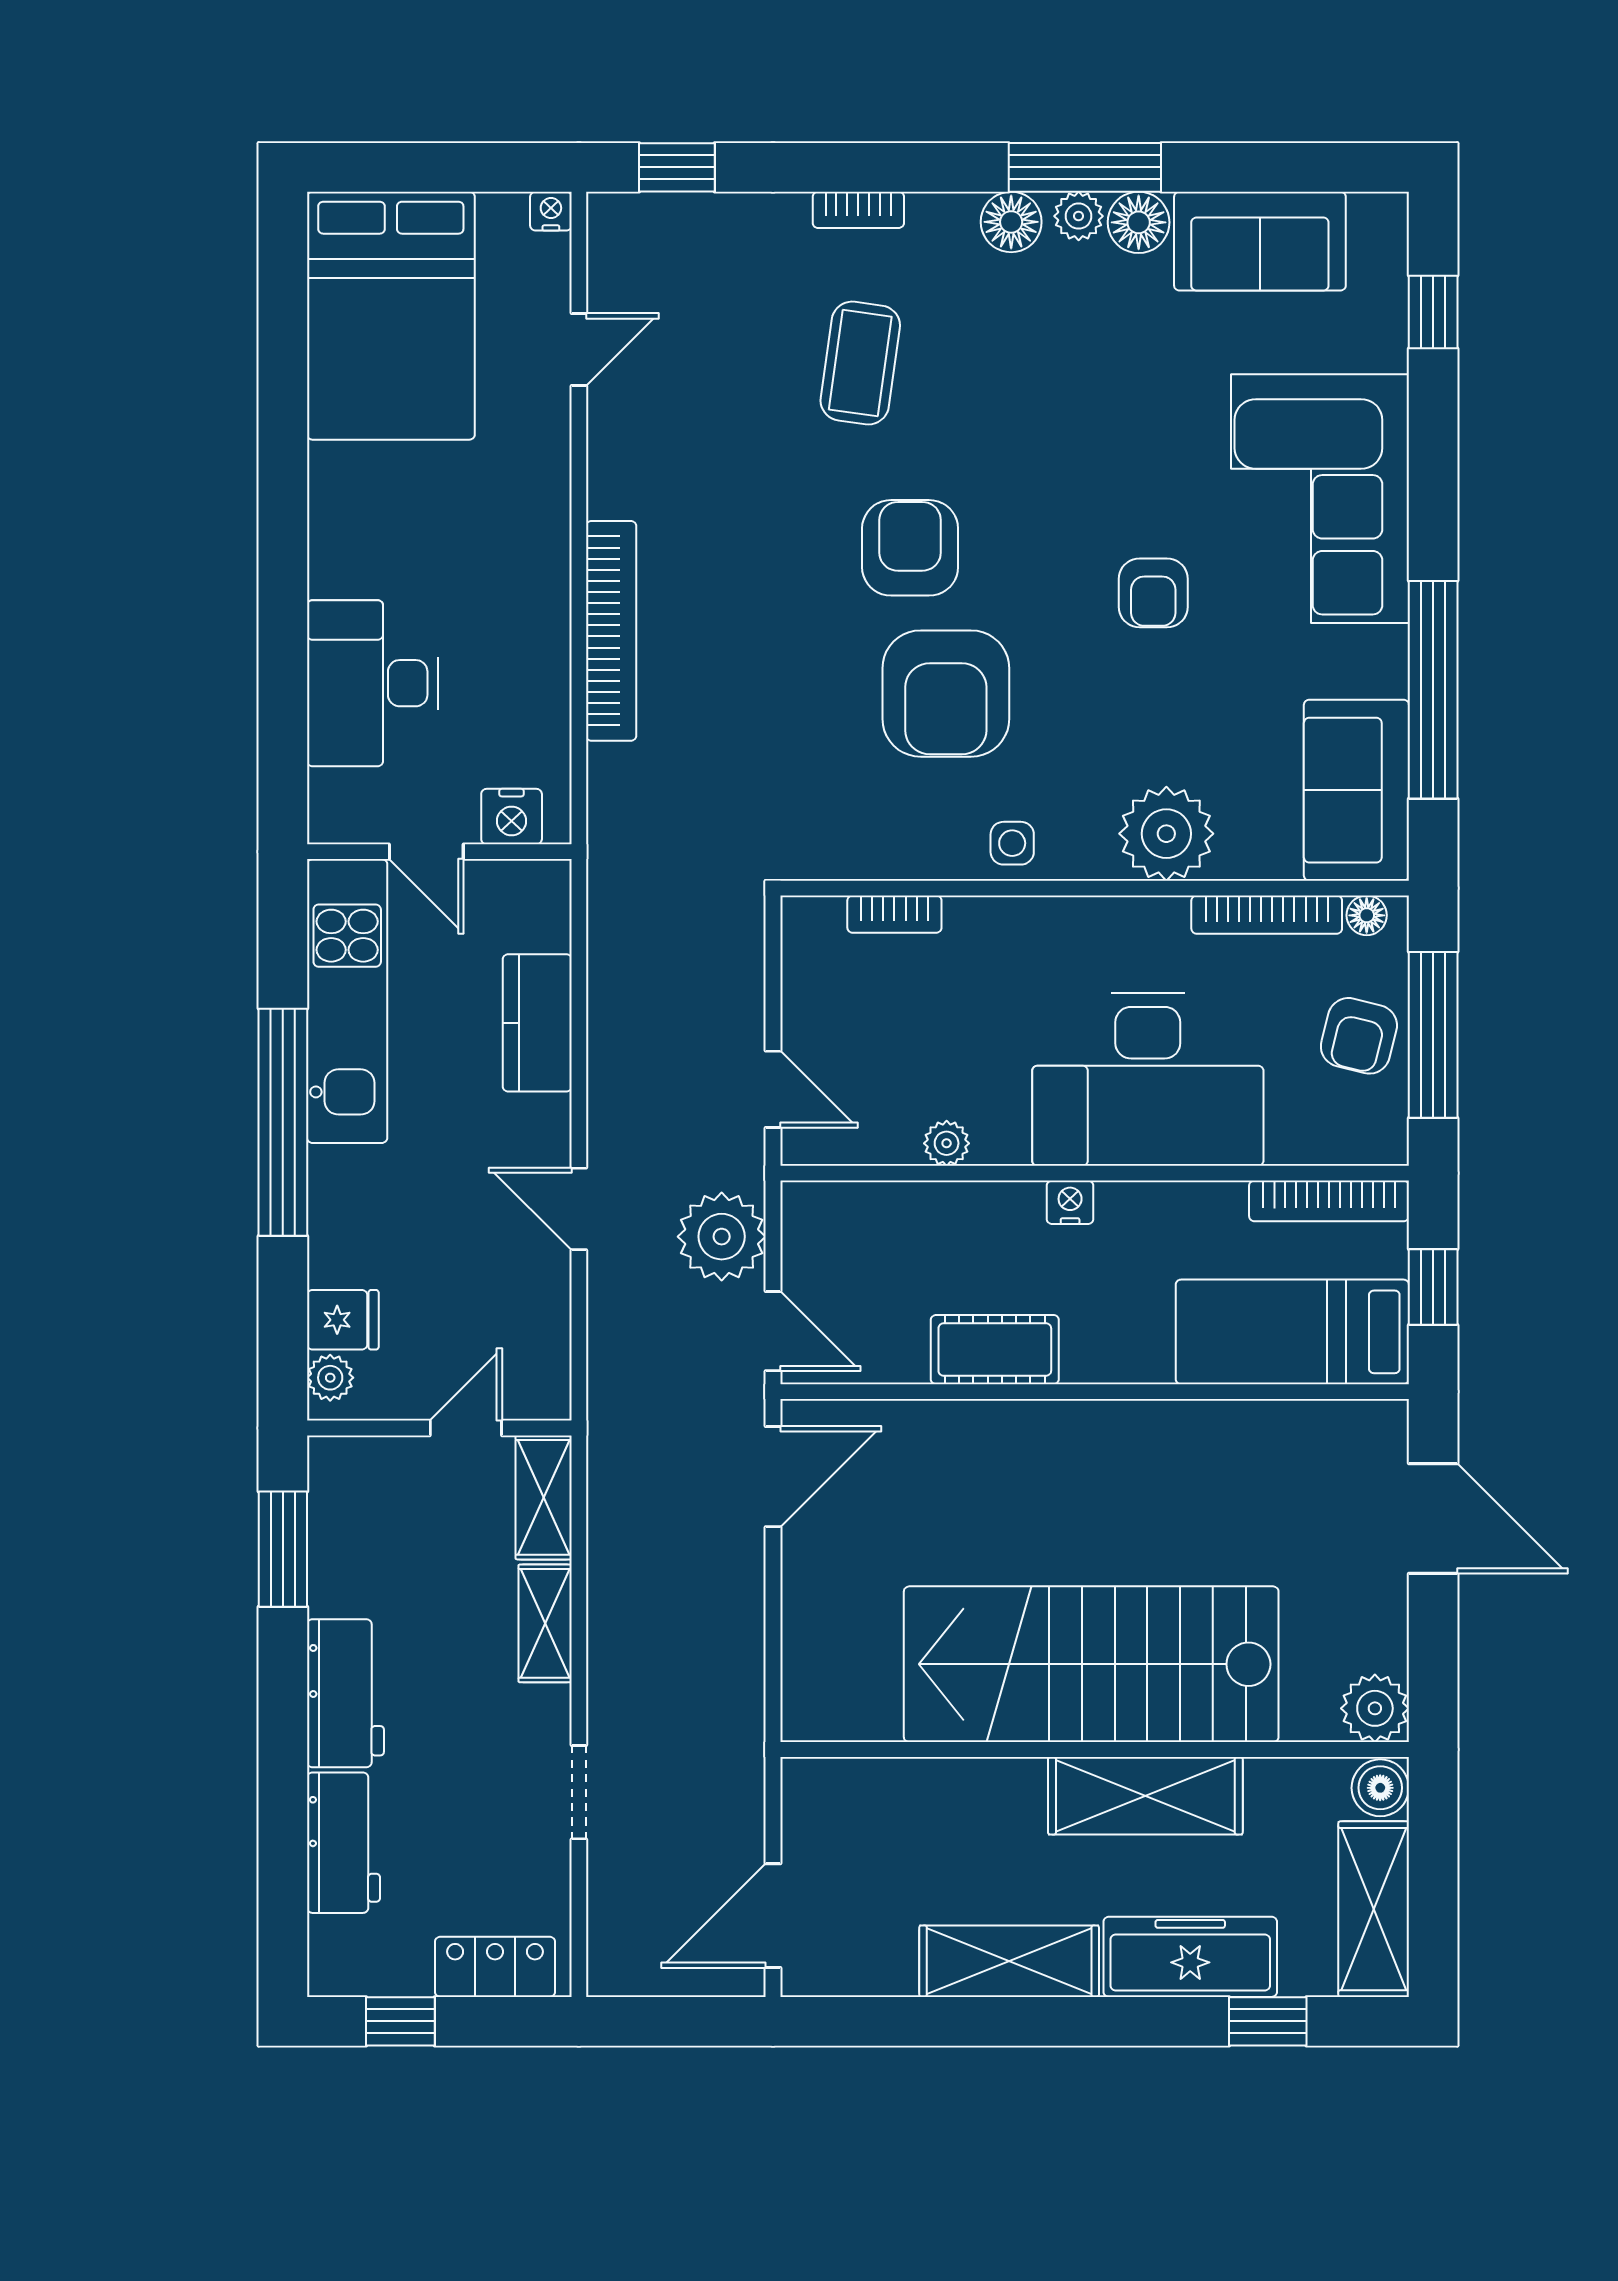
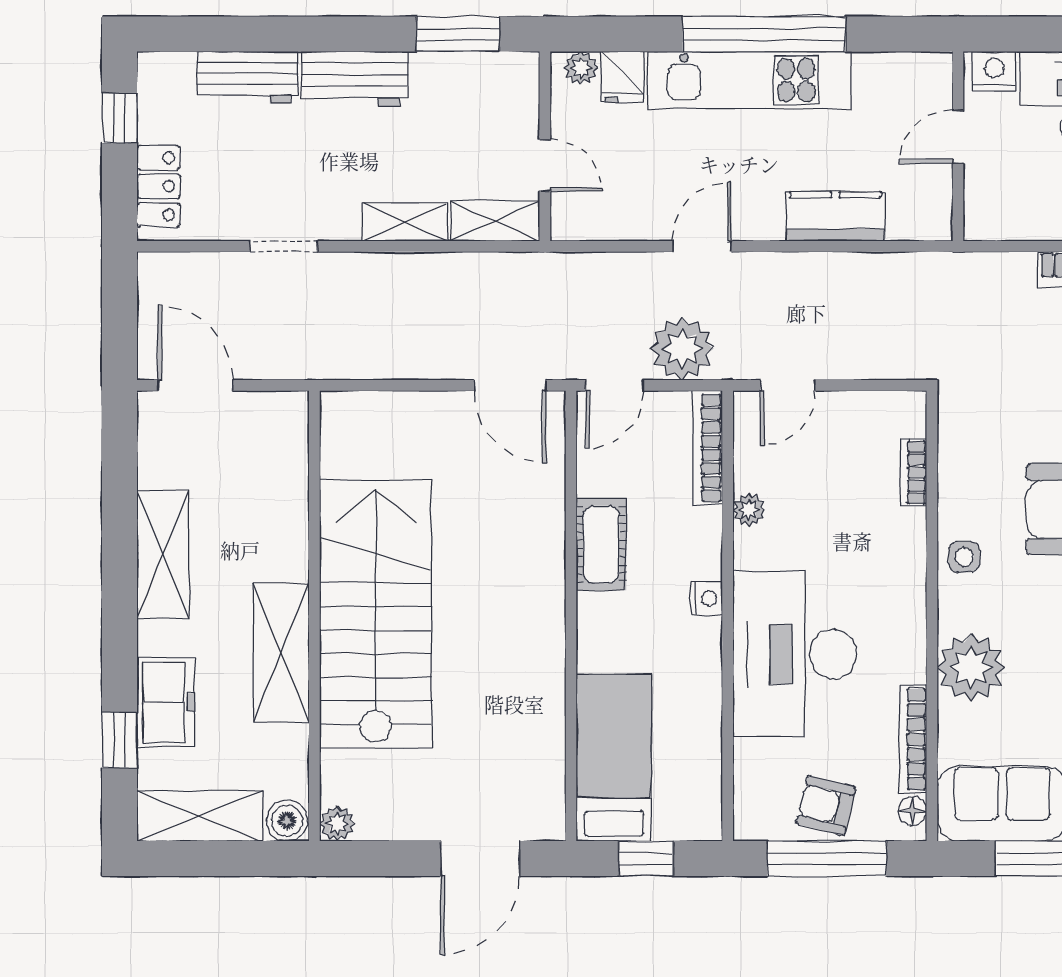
nightstand: (512, 817) -> (994, 71), moved, turned 90
kitchen unit: (347, 1001) -> (749, 80), moved
bookcase: (1329, 1201) -> (708, 448), moved
plant: (1375, 1708) -> (337, 824), width x0.73, depth x0.73
freezer: (1190, 1957) -> (166, 702), width x0.71

